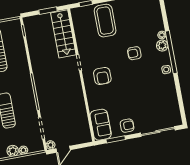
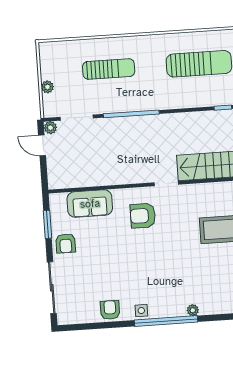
plant: (162, 46) -> (177, 309), removed
armchair: (134, 53) -> (110, 310), moved
sofa: (101, 125) -> (90, 204), moved
plant: (13, 151) -> (48, 71), removed

